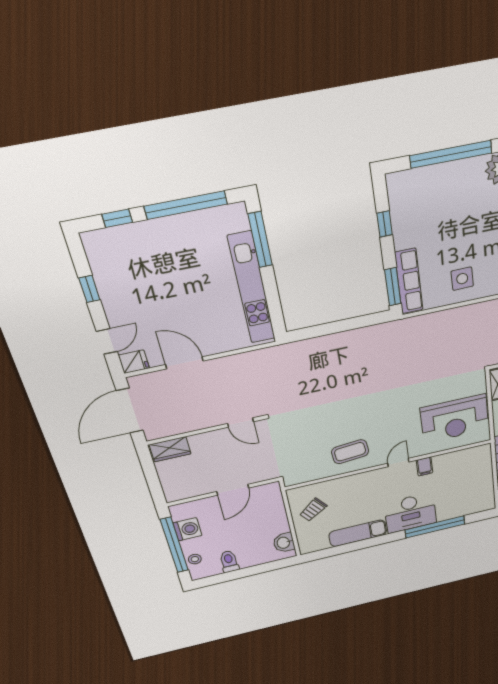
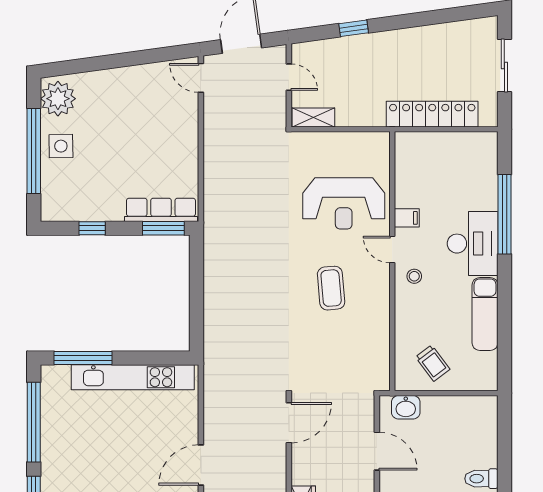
side table: (462, 279) -> (61, 146), moved
reception desk: (455, 419) -> (344, 203), moved, turned 90
door: (240, 423) -> (289, 423), width x1.38
coffee table: (350, 452) -> (331, 288), moved
stool: (380, 482) -> (414, 276), added
washbasin: (284, 543) -> (406, 407), moved

